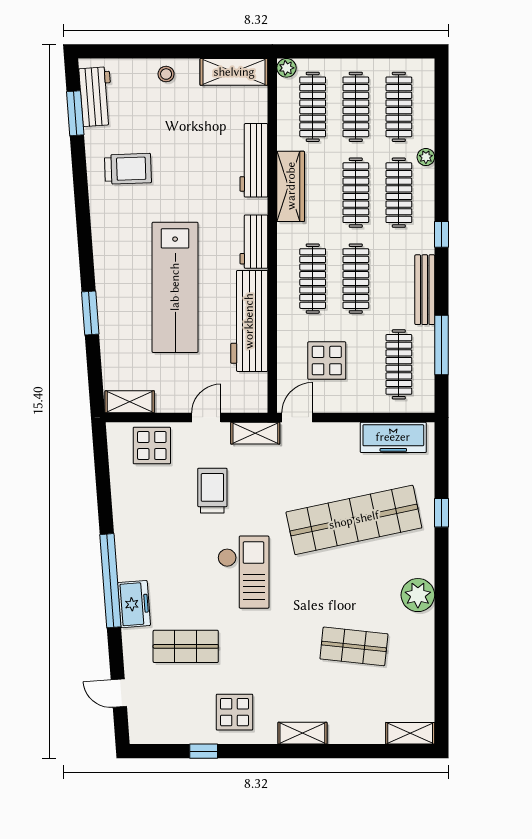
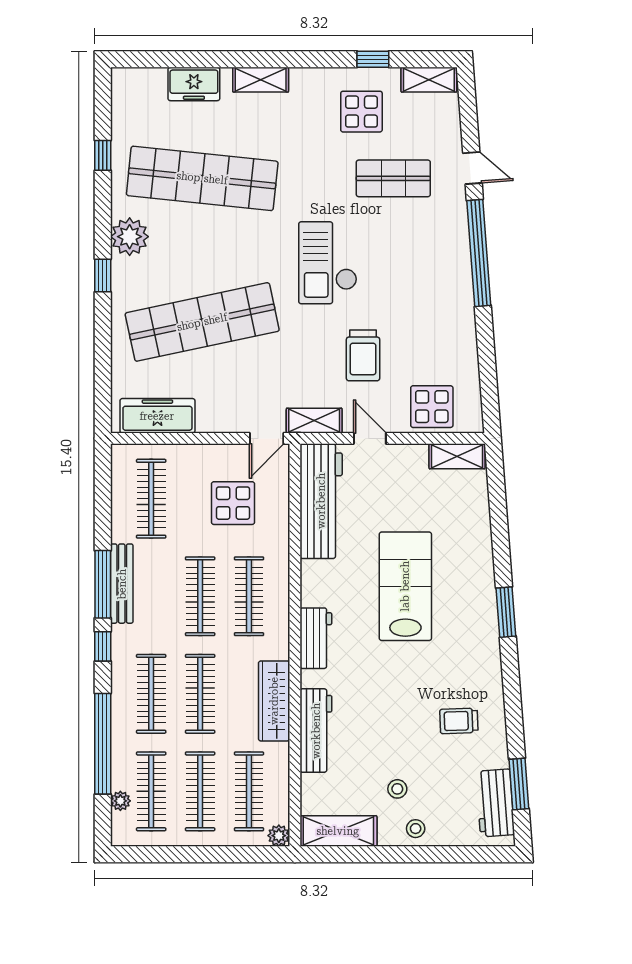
stool: (182, 109) -> (397, 789), added
window: (442, 149) -> (103, 744), added
plant: (426, 157) -> (120, 801), moved
trolley: (128, 169) -> (459, 721), width x0.73, depth x0.72
lab bench: (175, 287) -> (405, 586), width x0.73
window: (90, 313) -> (506, 612), moved
workbench: (249, 321) -> (321, 501), moved
window: (442, 345) -> (103, 584), moved
door: (206, 417) -> (370, 438), swing flipped
window: (442, 513) -> (103, 275), moved
freezer: (134, 604) -> (194, 84), moved, turned -86
shop shelf: (354, 646) -> (202, 178), width x2.00, depth x1.36
window: (442, 667) -> (103, 155), added
door: (119, 693) -> (472, 168), moved
display table: (234, 712) -> (361, 112), moved
shelving: (410, 733) -> (429, 80), moved

